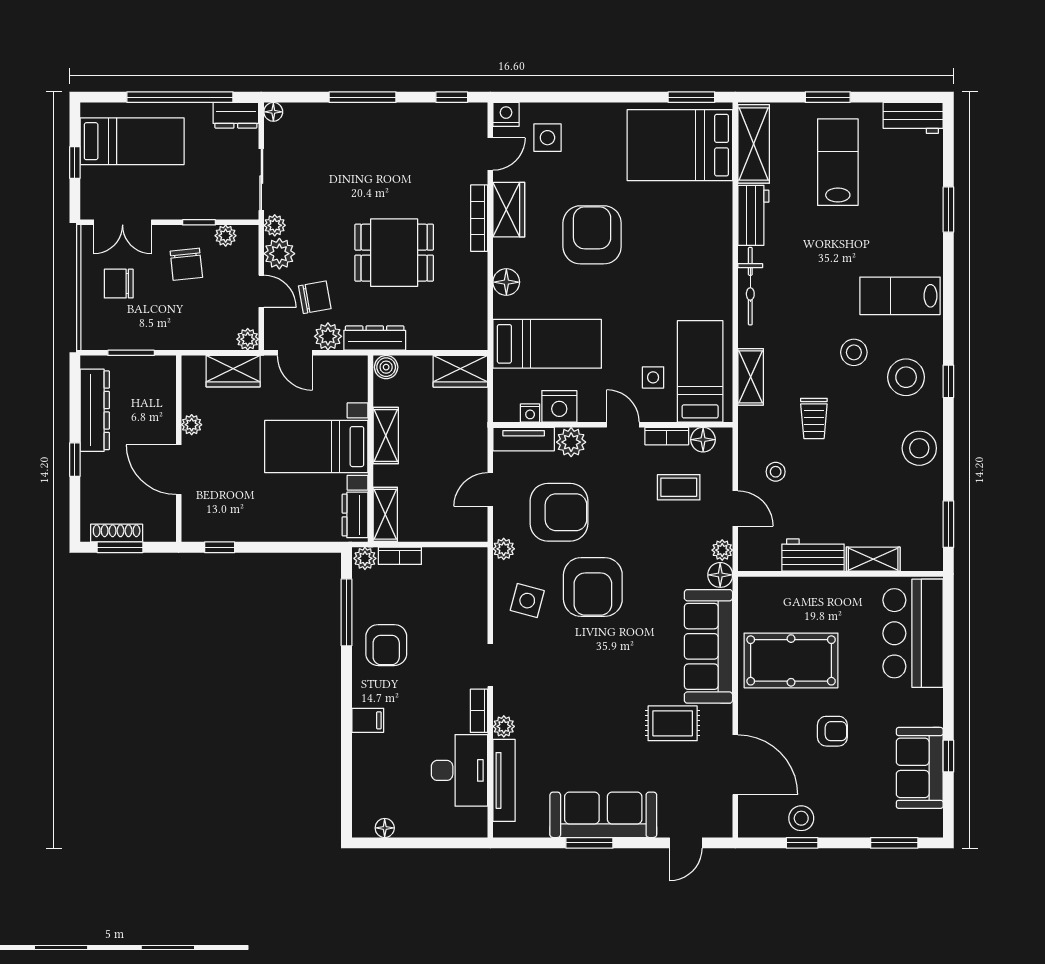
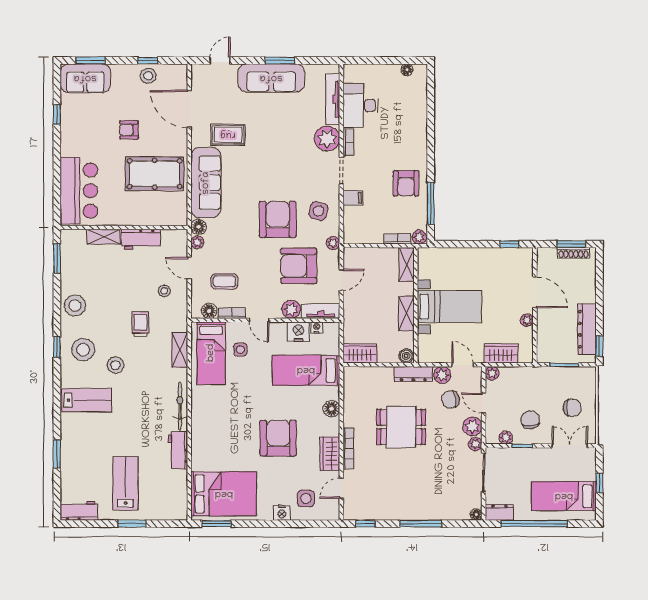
nightstand: (506, 114) -> (282, 513), moved
shelving: (754, 144) -> (178, 495), removed
lab bench: (838, 162) -> (126, 483), turned 180
armchair: (592, 235) -> (278, 438), turned 180
window: (75, 460) -> (599, 346), moved
dresser: (355, 515) -> (425, 264), removed
armchair: (386, 645) -> (406, 183), turned 180
filing cabinet: (368, 720) -> (353, 198), moved, turned 180
plant: (504, 726) -> (327, 139), width x1.88, depth x1.88
sofa: (920, 768) -> (85, 78), moved, turned 90

